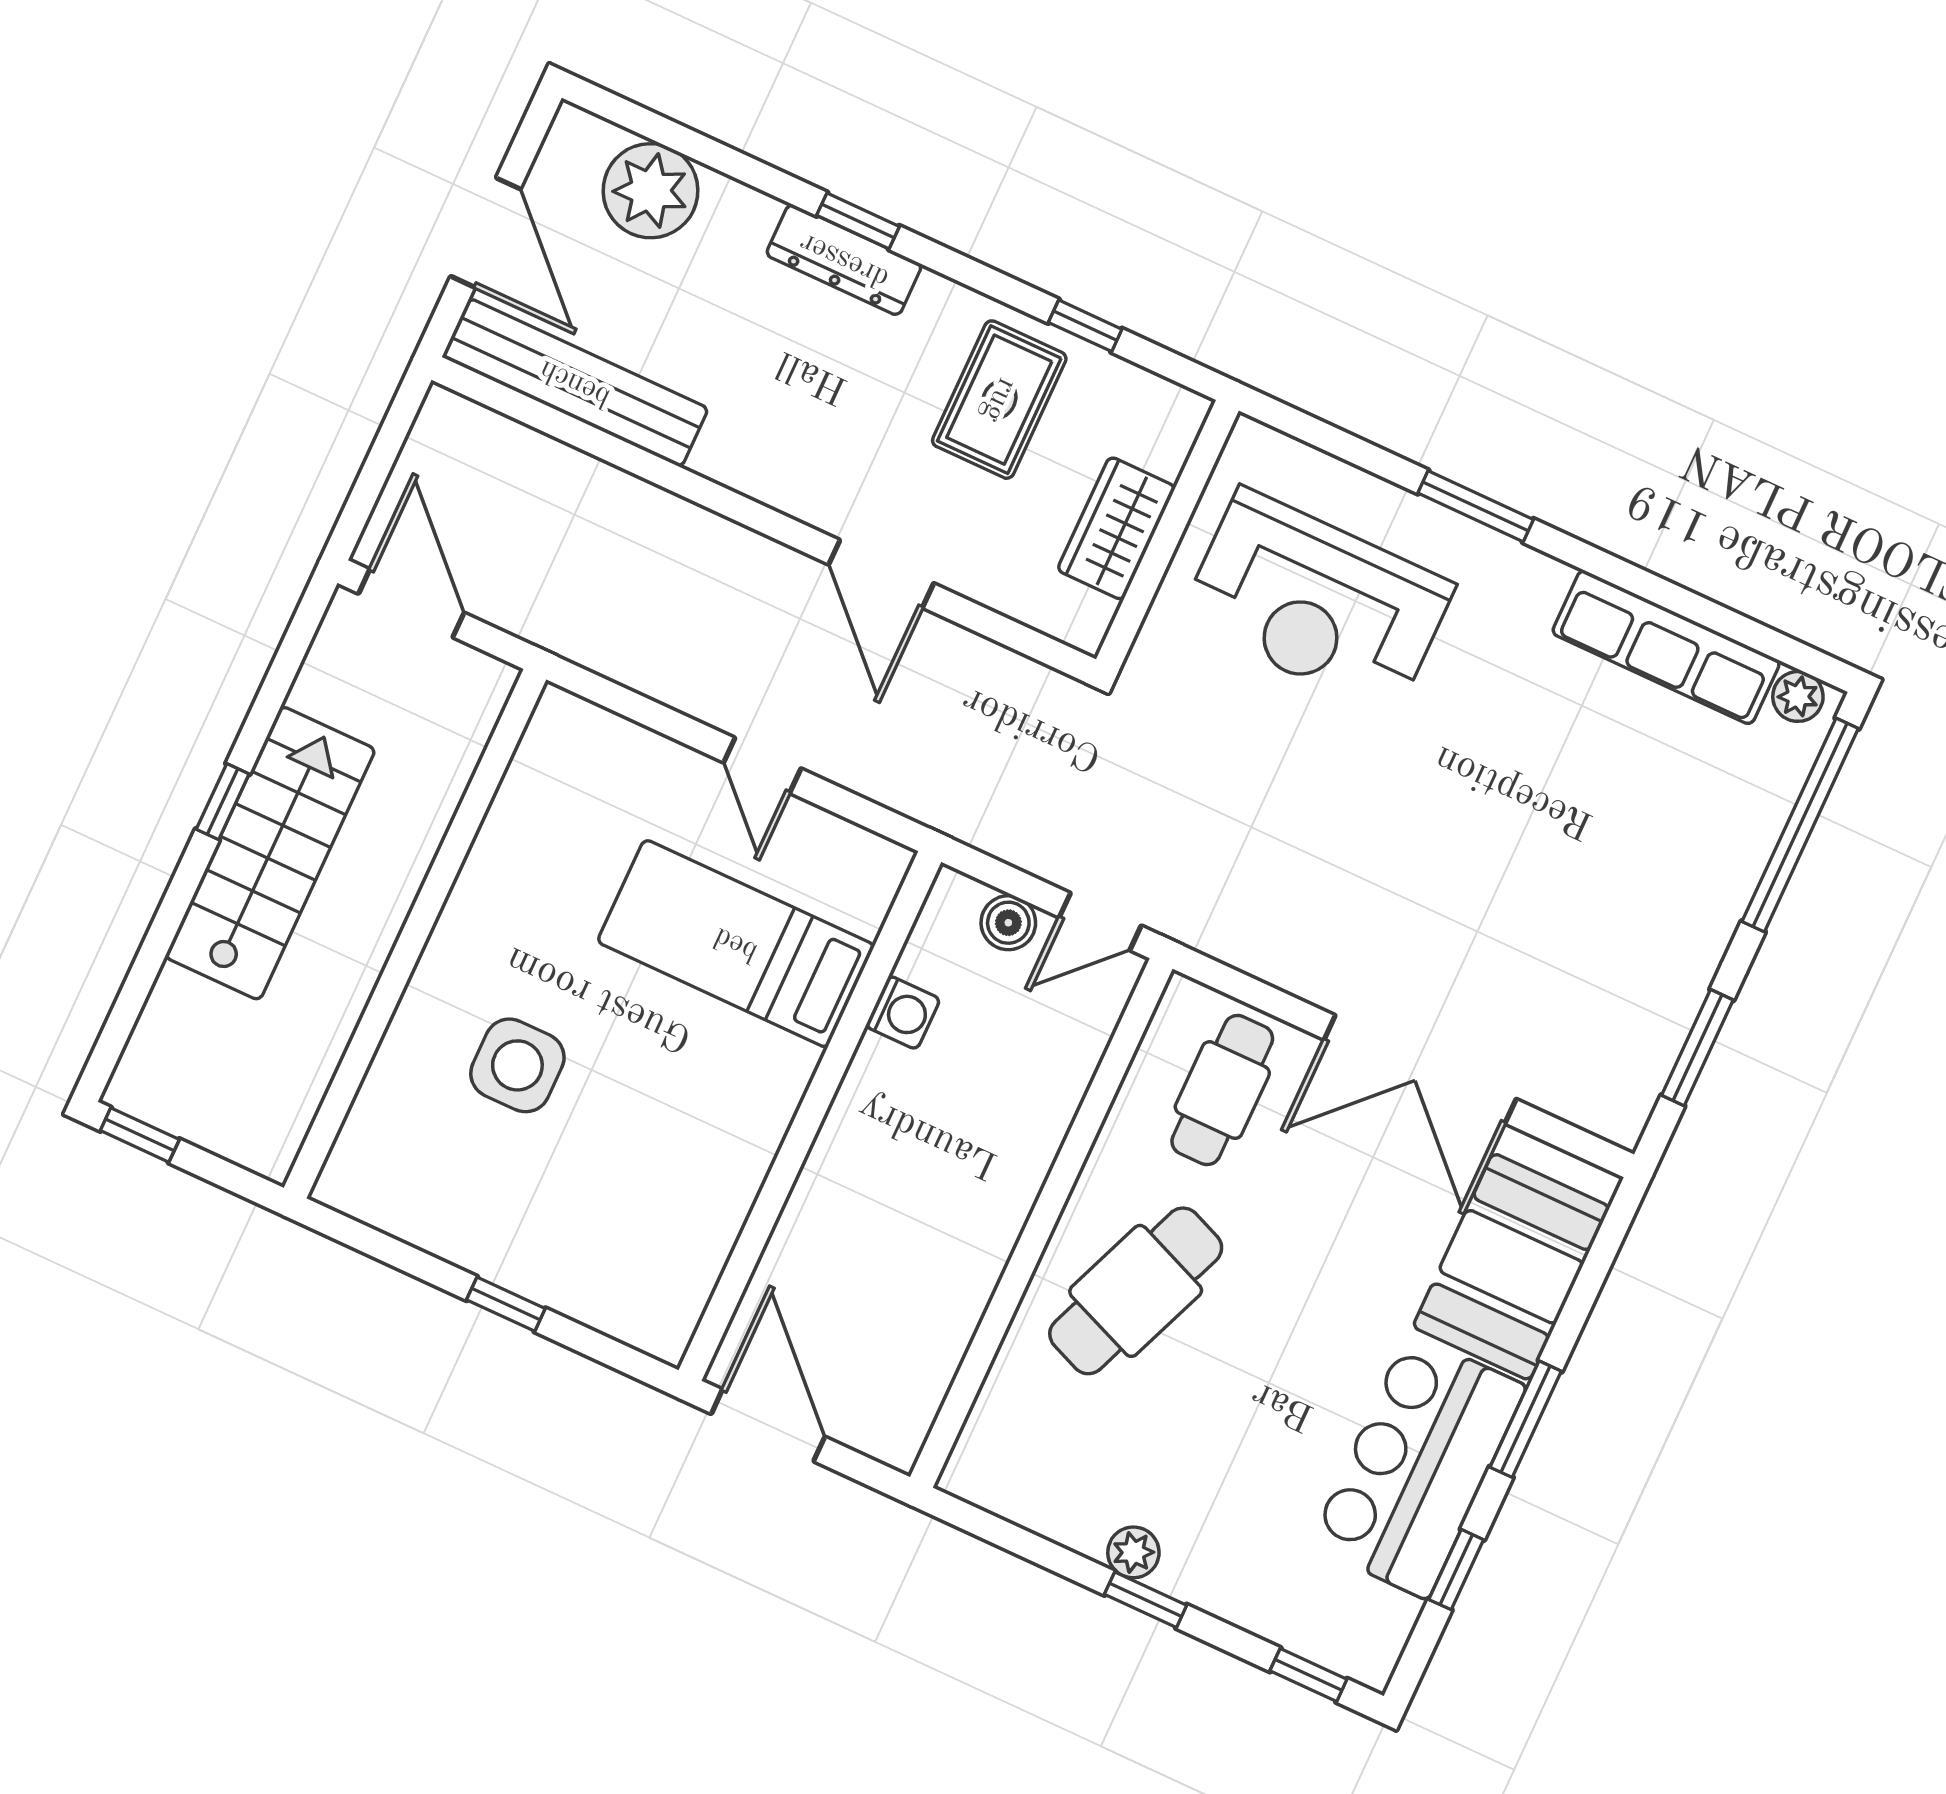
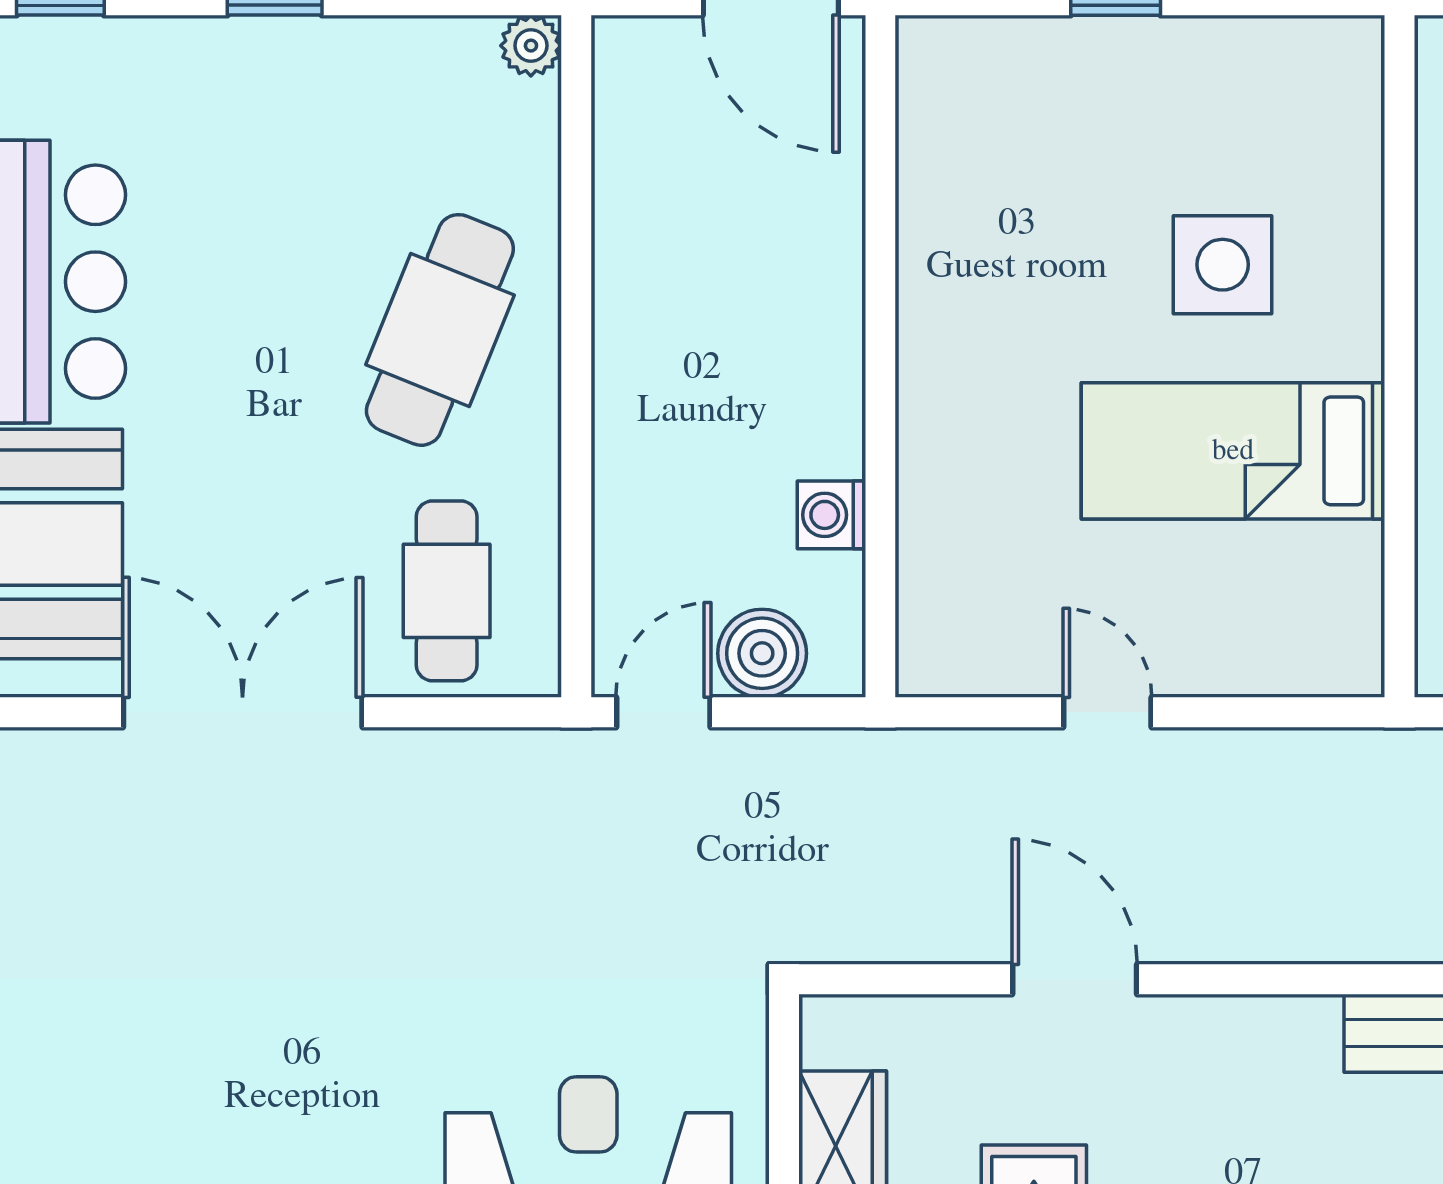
boiler: (1008, 923) -> (762, 653), width x1.36, depth x1.36
bed: (736, 944) -> (1233, 451), moved, turned 180
plant: (1133, 1552) -> (531, 46), moved

